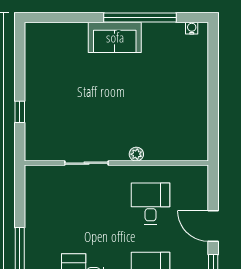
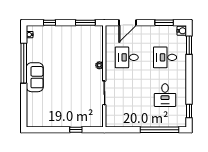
window: (213, 64) -> (49, 23), added
window: (213, 129) -> (85, 23), added
door: (213, 226) -> (127, 23), moved

